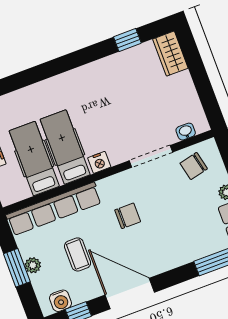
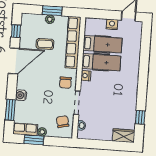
chair: (128, 216) -> (65, 83), moved
water cooler: (61, 301) -> (21, 95), moved

